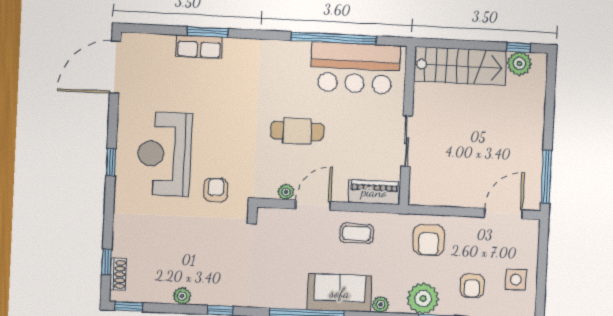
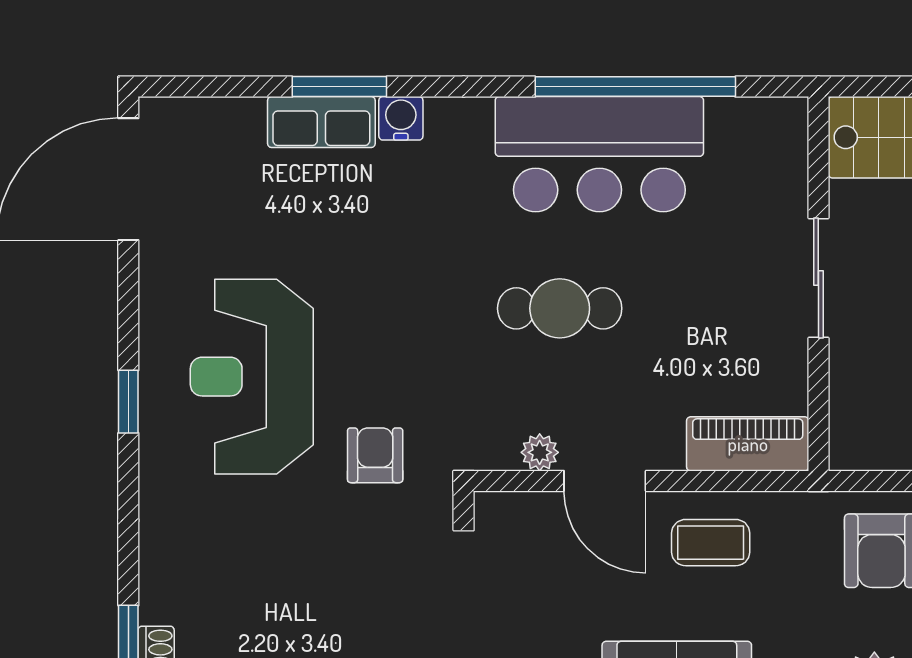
water cooler: (233, 47) -> (401, 118), added
bar counter: (355, 68) -> (599, 154), moved
sliding door: (407, 141) -> (818, 278), moved
door: (313, 205) -> (605, 481), swing flipped

